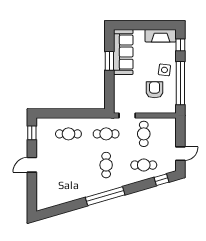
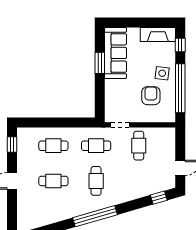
cafe table: (144, 165) -> (53, 181), moved

